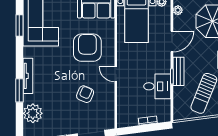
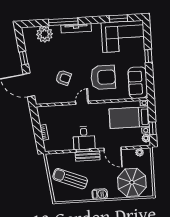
desk: (157, 86) -> (84, 138), moved
window: (19, 90) -> (63, 22), width x1.44

